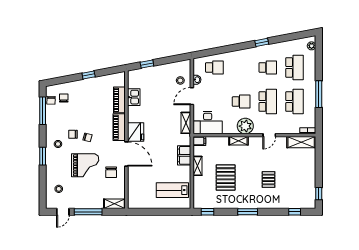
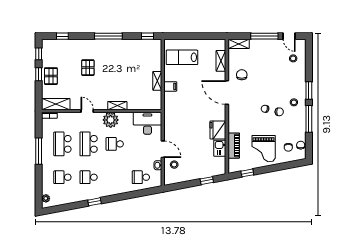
school desk: (294, 67) -> (62, 177), width x0.54
window: (89, 75) -> (247, 173), moved
door: (192, 96) -> (163, 149), hinge flipped
window: (43, 111) -> (309, 119), moved
shelving: (186, 123) -> (221, 61), moved
piano: (119, 127) -> (234, 119), removed
fridge: (136, 132) -> (218, 130), moved
door: (269, 135) -> (87, 111), hinge flipped
filing cabinet: (199, 141) -> (156, 105), removed
filing cabinet: (184, 155) -> (170, 86), width x0.50
grand piano: (85, 165) -> (264, 149), moved, turned -90
window: (319, 173) -> (39, 74), added
pallet: (226, 178) -> (51, 76), moved, width x0.67, depth x0.71
lab bench: (172, 190) -> (182, 57), turned 180
door: (63, 212) -> (289, 36), swing flipped
window: (248, 212) -> (108, 36), width x1.44

